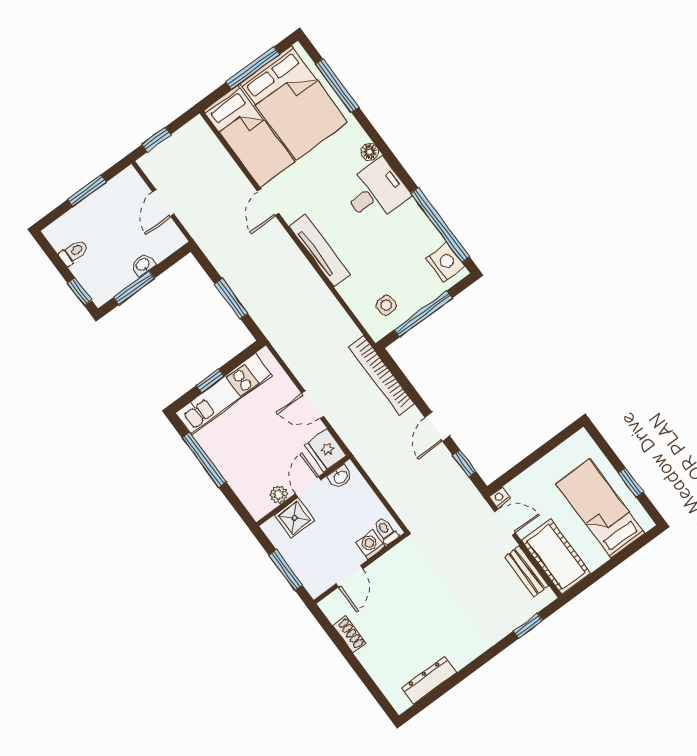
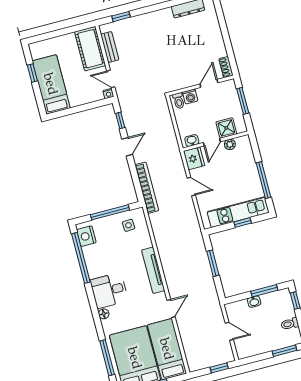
window: (87, 191) -> (285, 351), moved
door: (163, 203) -> (229, 331), hinge flipped
bed: (600, 508) -> (51, 84), moved, turned 180
shoe rack: (349, 635) -> (226, 67), moved

